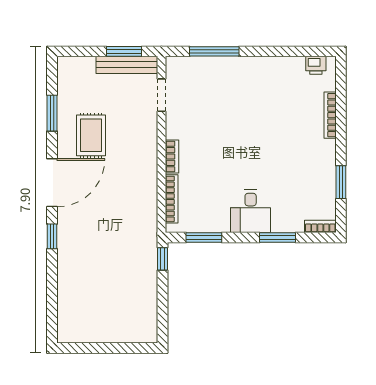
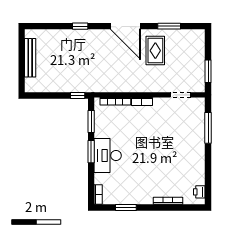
bench: (127, 65) -> (30, 58), moved
rug: (91, 135) -> (155, 51), turned 90
desk: (251, 211) -> (108, 155), width x1.37
window: (52, 236) -> (80, 26), moved
window: (277, 237) -> (91, 152), moved

